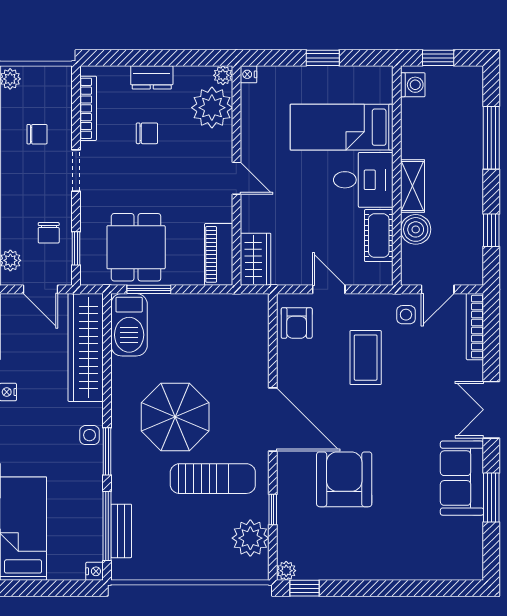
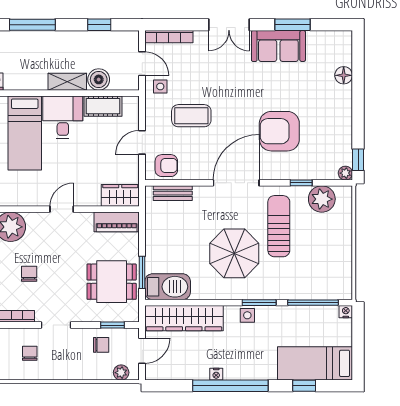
bench: (121, 531) -> (173, 193), moved
floor lamp: (422, 568) -> (344, 75), added

